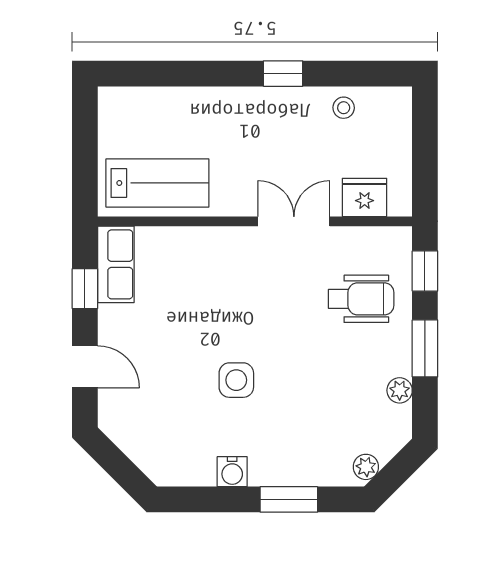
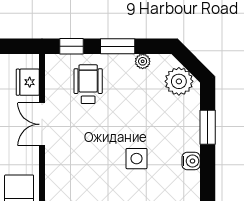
plant: (366, 467) -> (179, 81), width x1.87, depth x1.87

